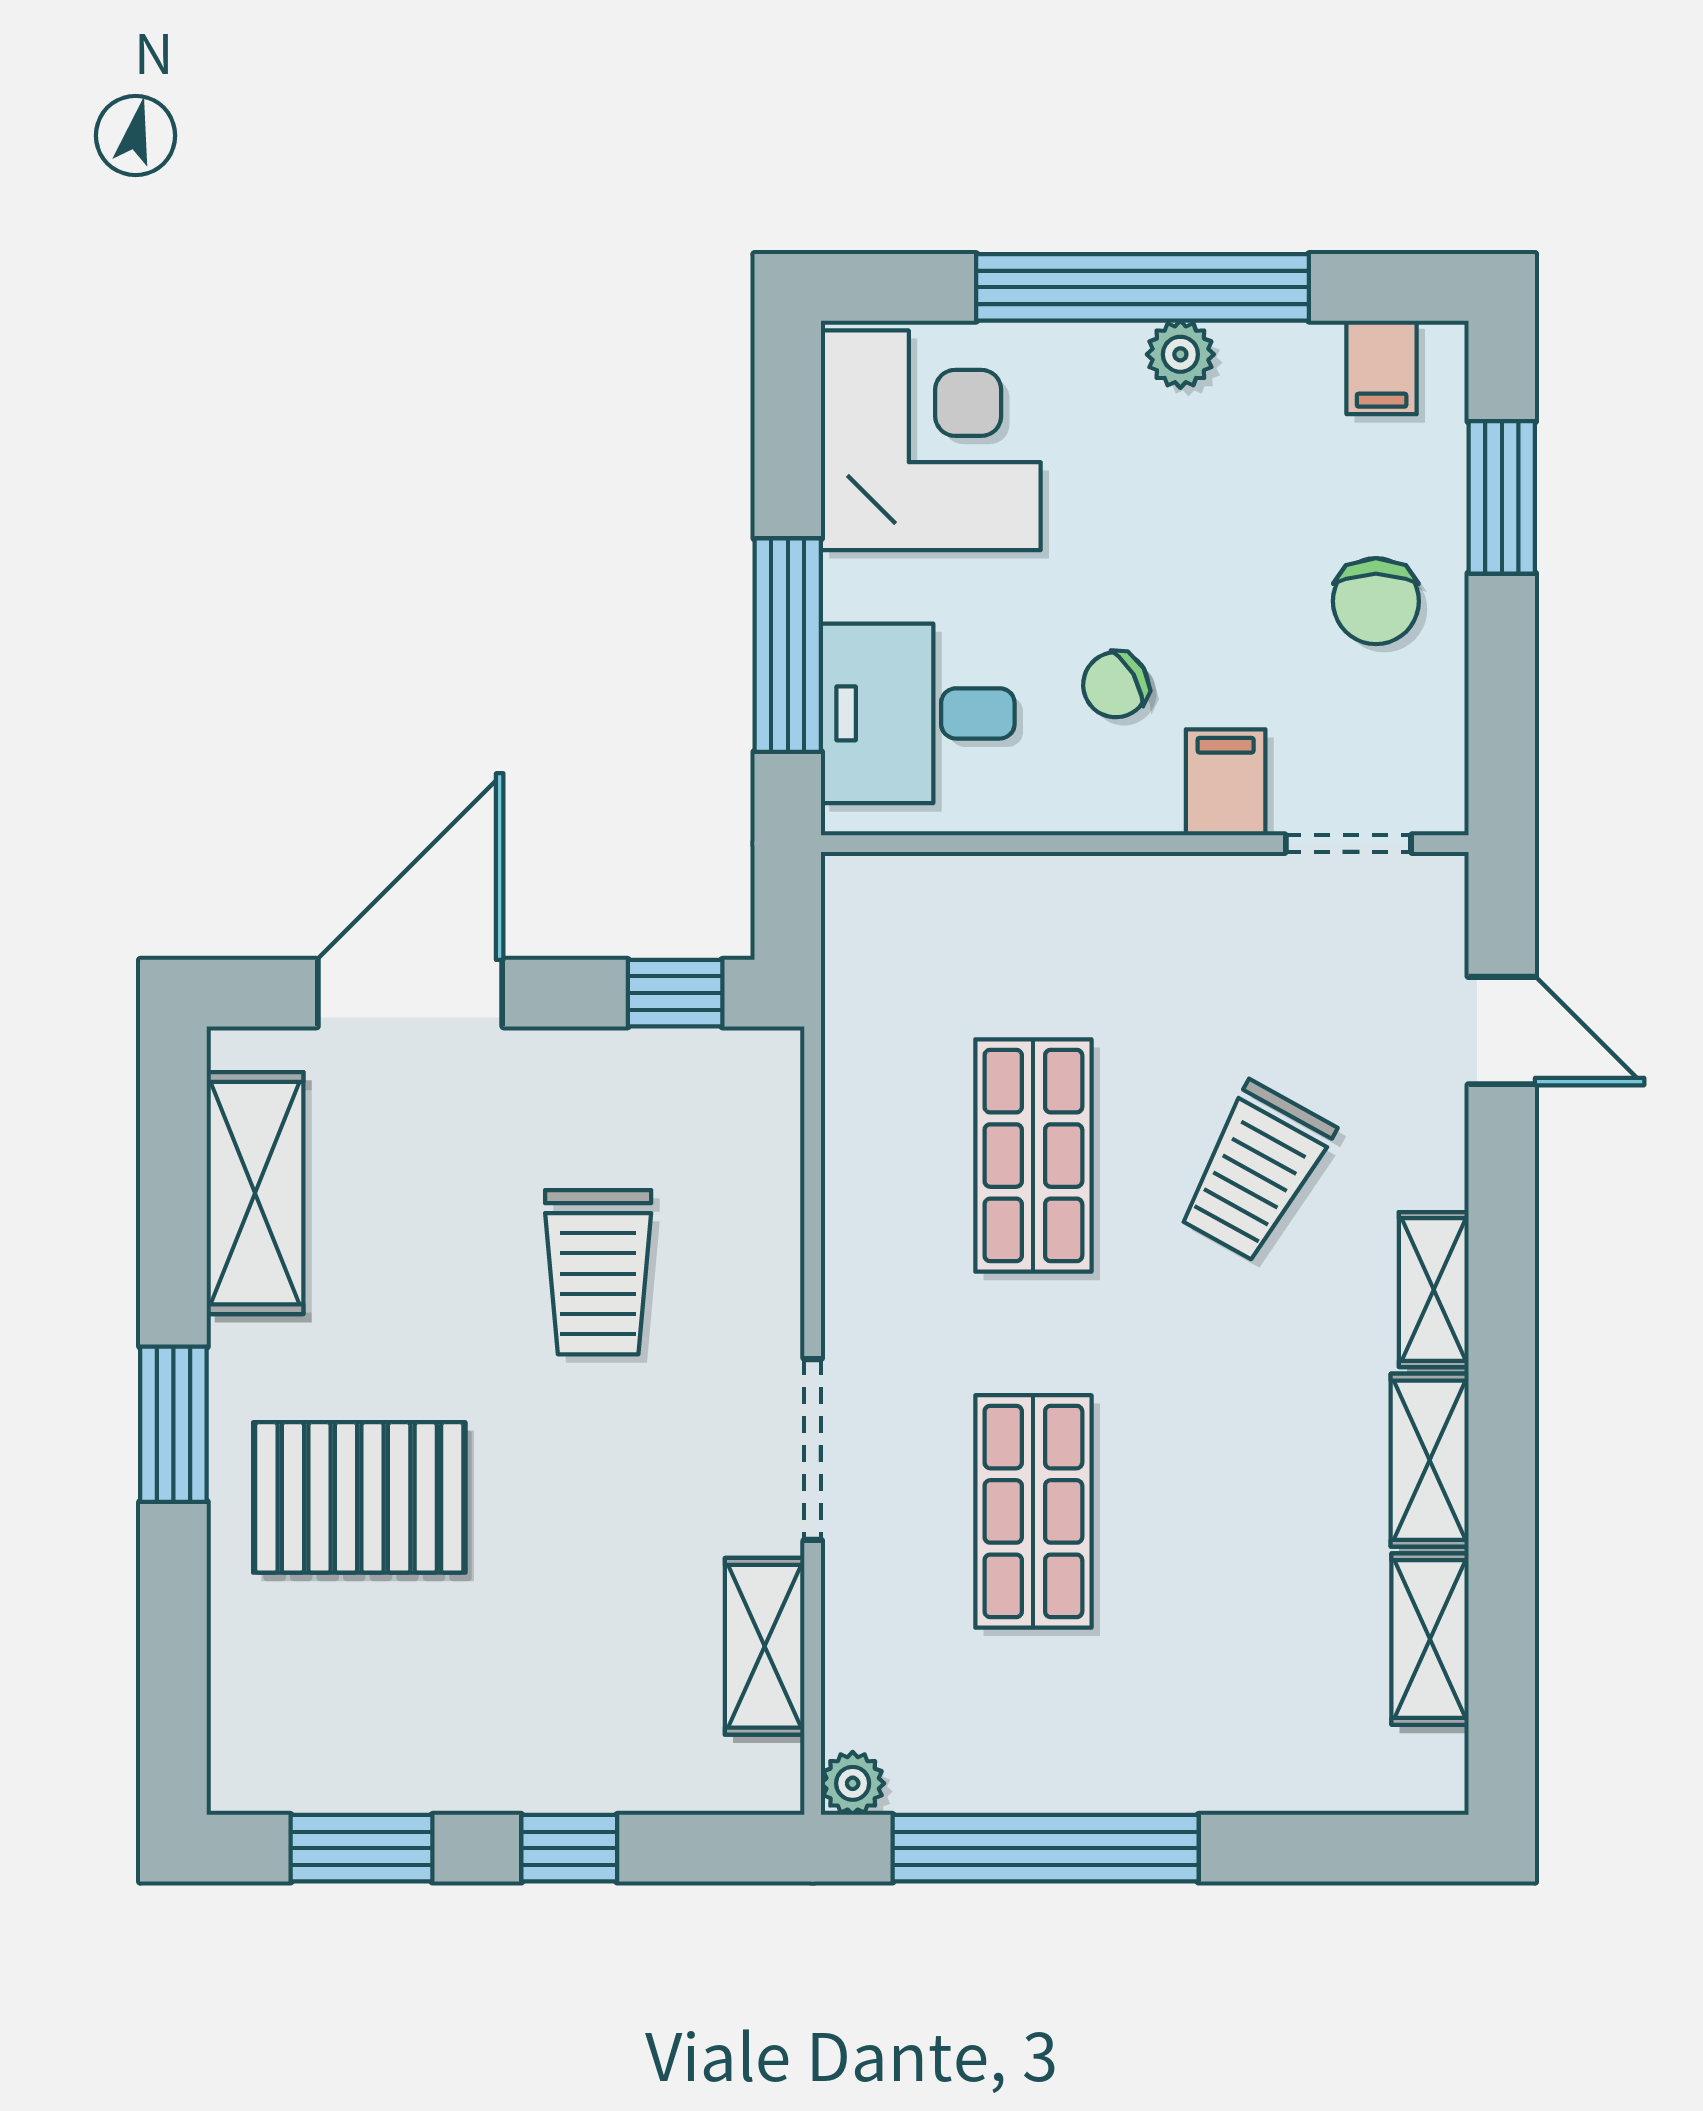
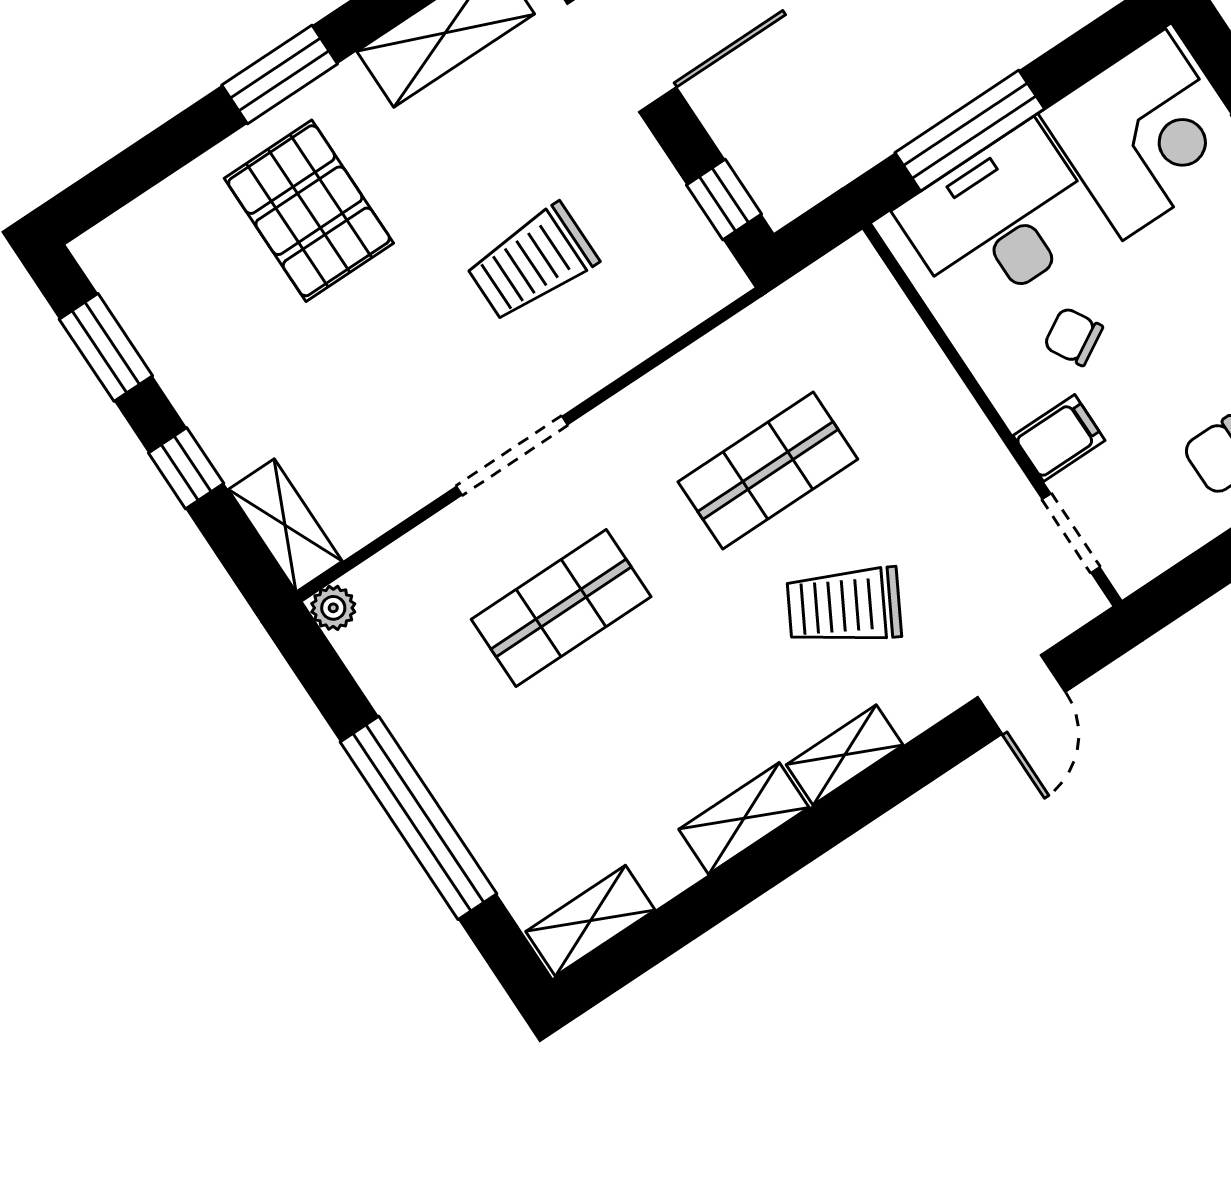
desk: (918, 713) -> (1000, 220), width x1.37
shelving: (1430, 1639) -> (590, 921), moved
shelving: (765, 1646) -> (285, 525), moved, turned 90
window: (1046, 1848) -> (418, 818), moved

